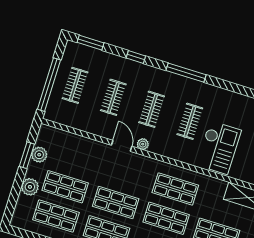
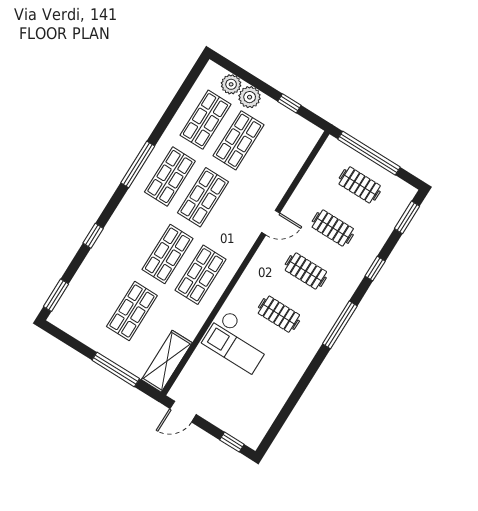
plant: (143, 144) -> (266, 249), removed
window: (27, 155) -> (289, 103), width x0.67
plant: (39, 155) -> (231, 84), moved

